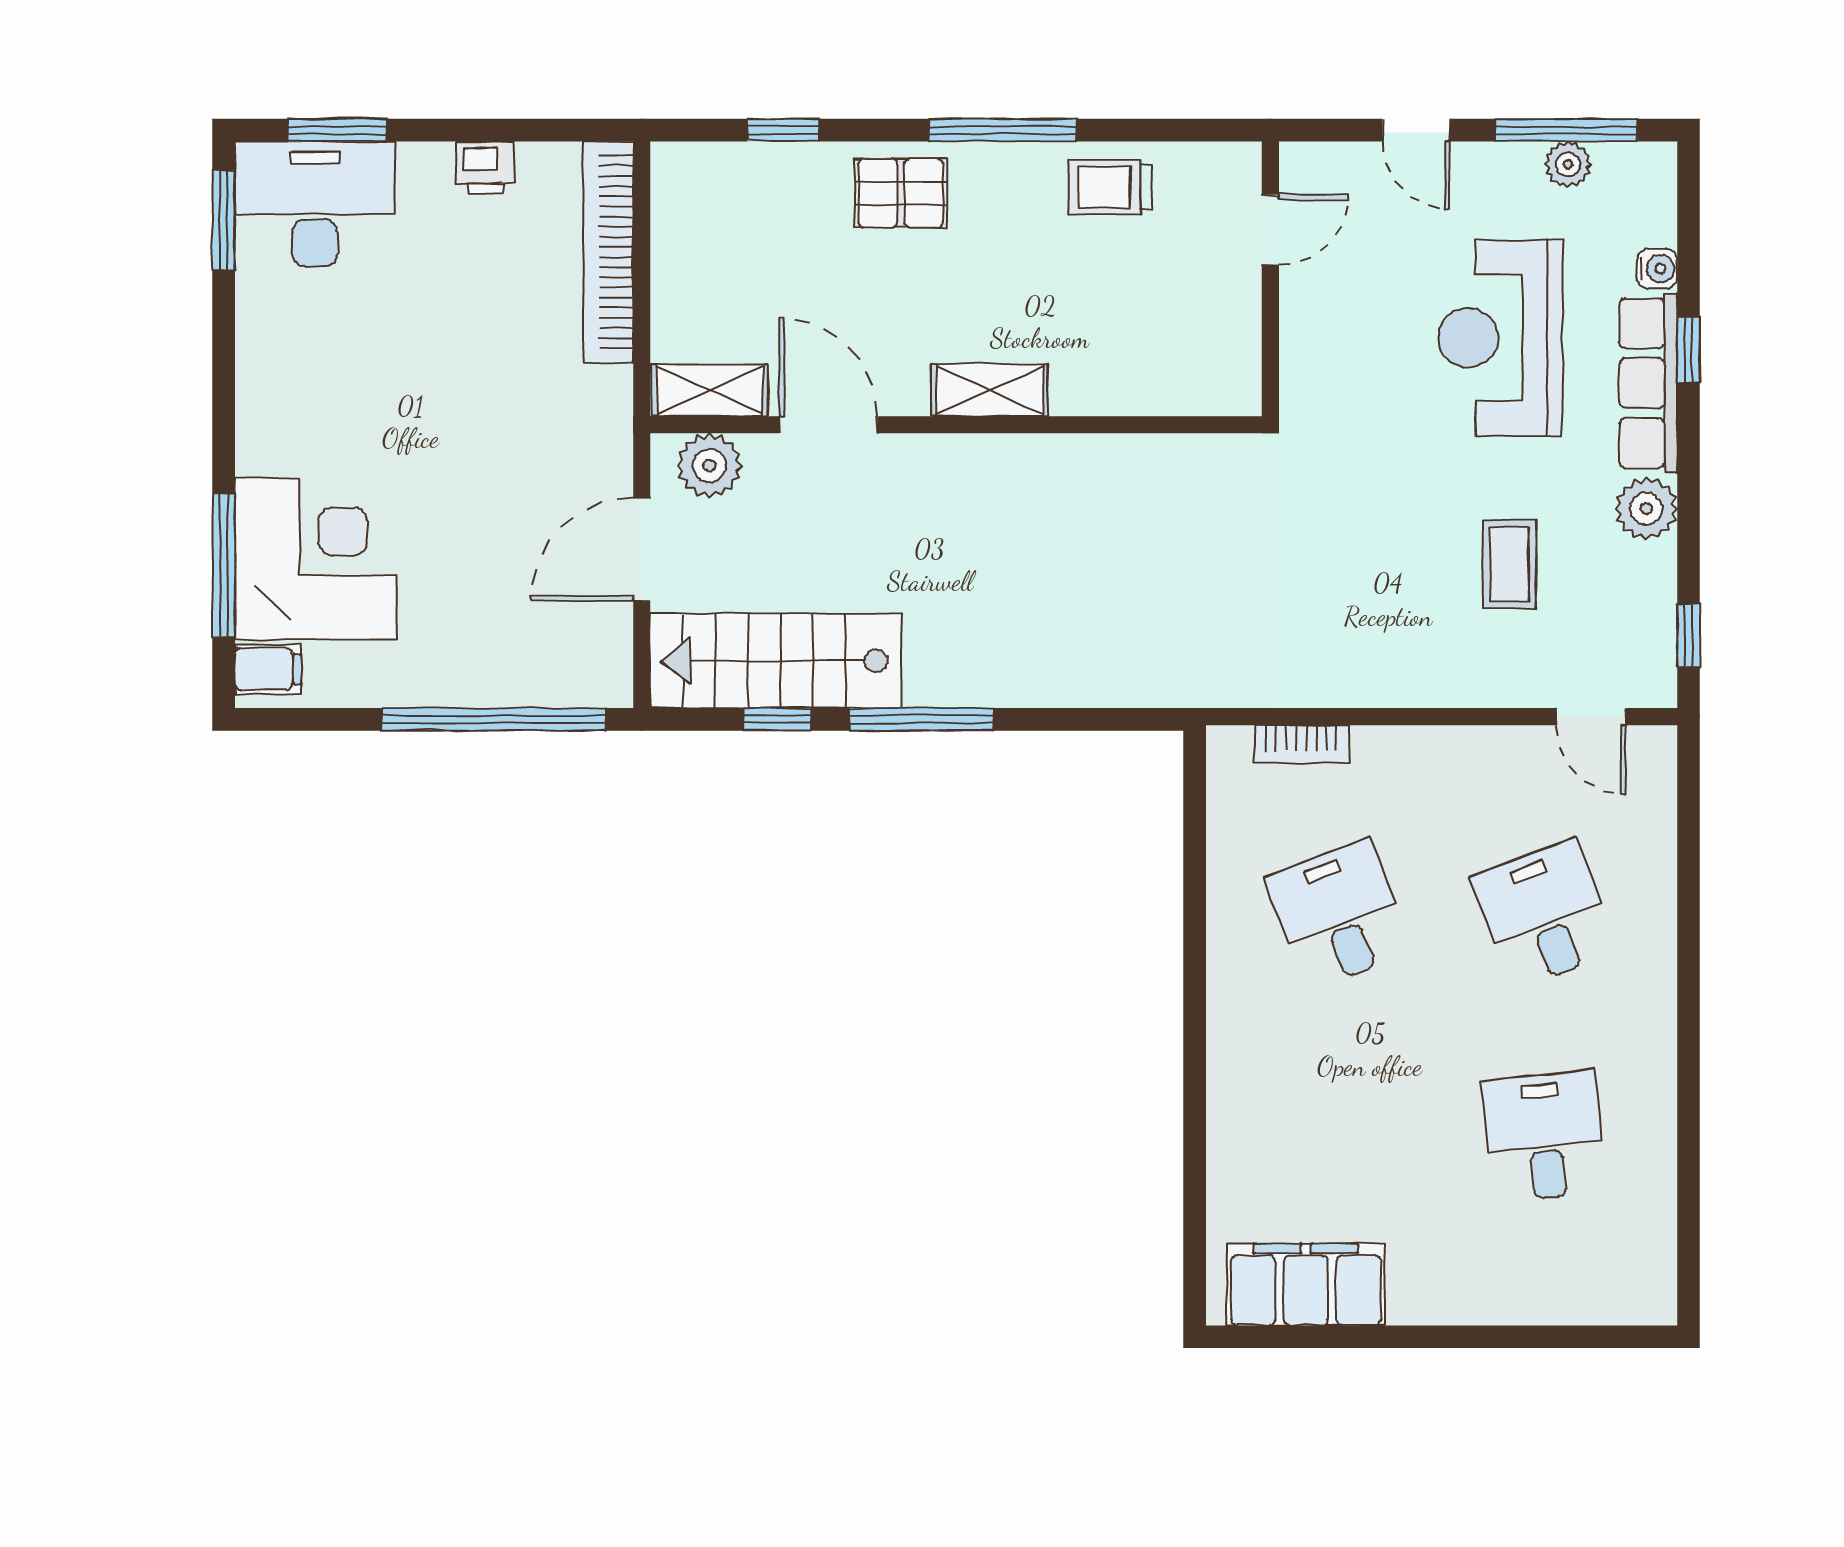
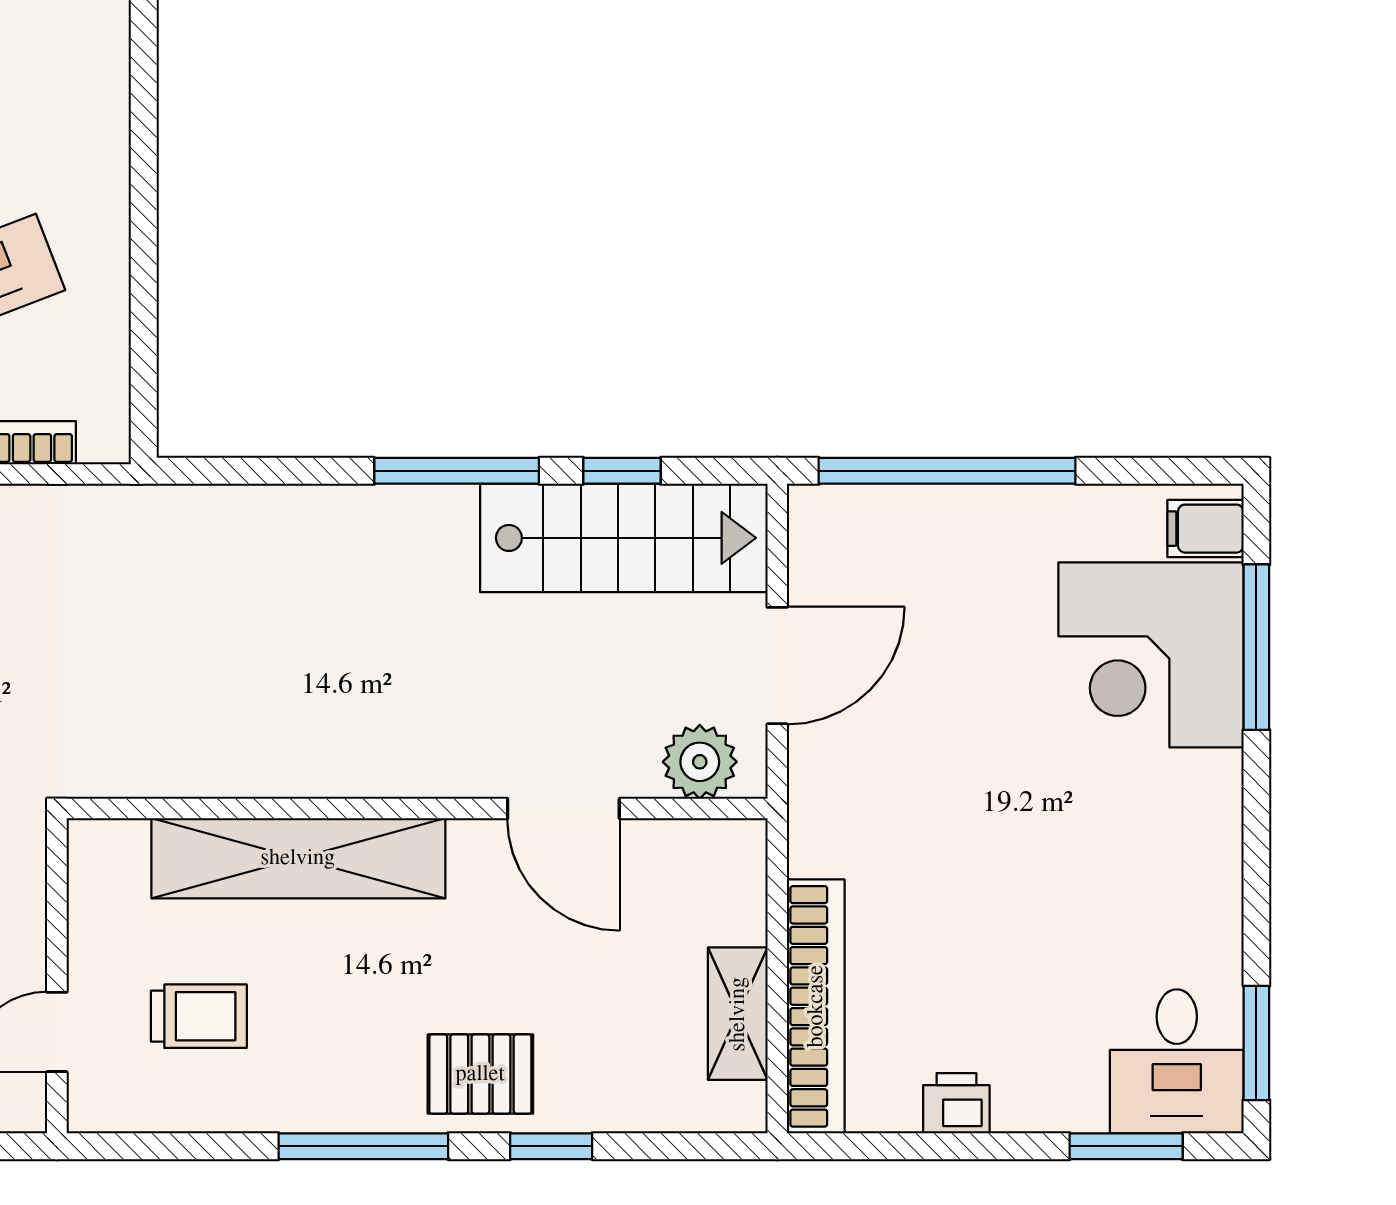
window: (783, 130) -> (551, 1146), moved
trolley: (1110, 187) -> (199, 1016), moved
desk: (315, 204) -> (1177, 1061), width x0.73
shelving: (710, 390) -> (738, 1014), moved, turned 90
shelving: (990, 390) -> (298, 858), width x2.20, depth x1.33

